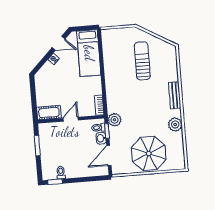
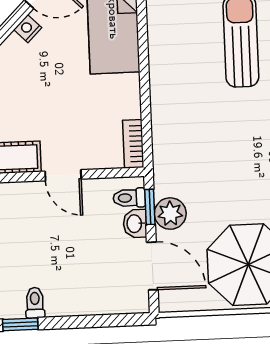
door: (71, 119) -> (63, 175), swing flipped
plant: (114, 120) -> (170, 214), moved
door: (109, 156) -> (152, 266), swing flipped

